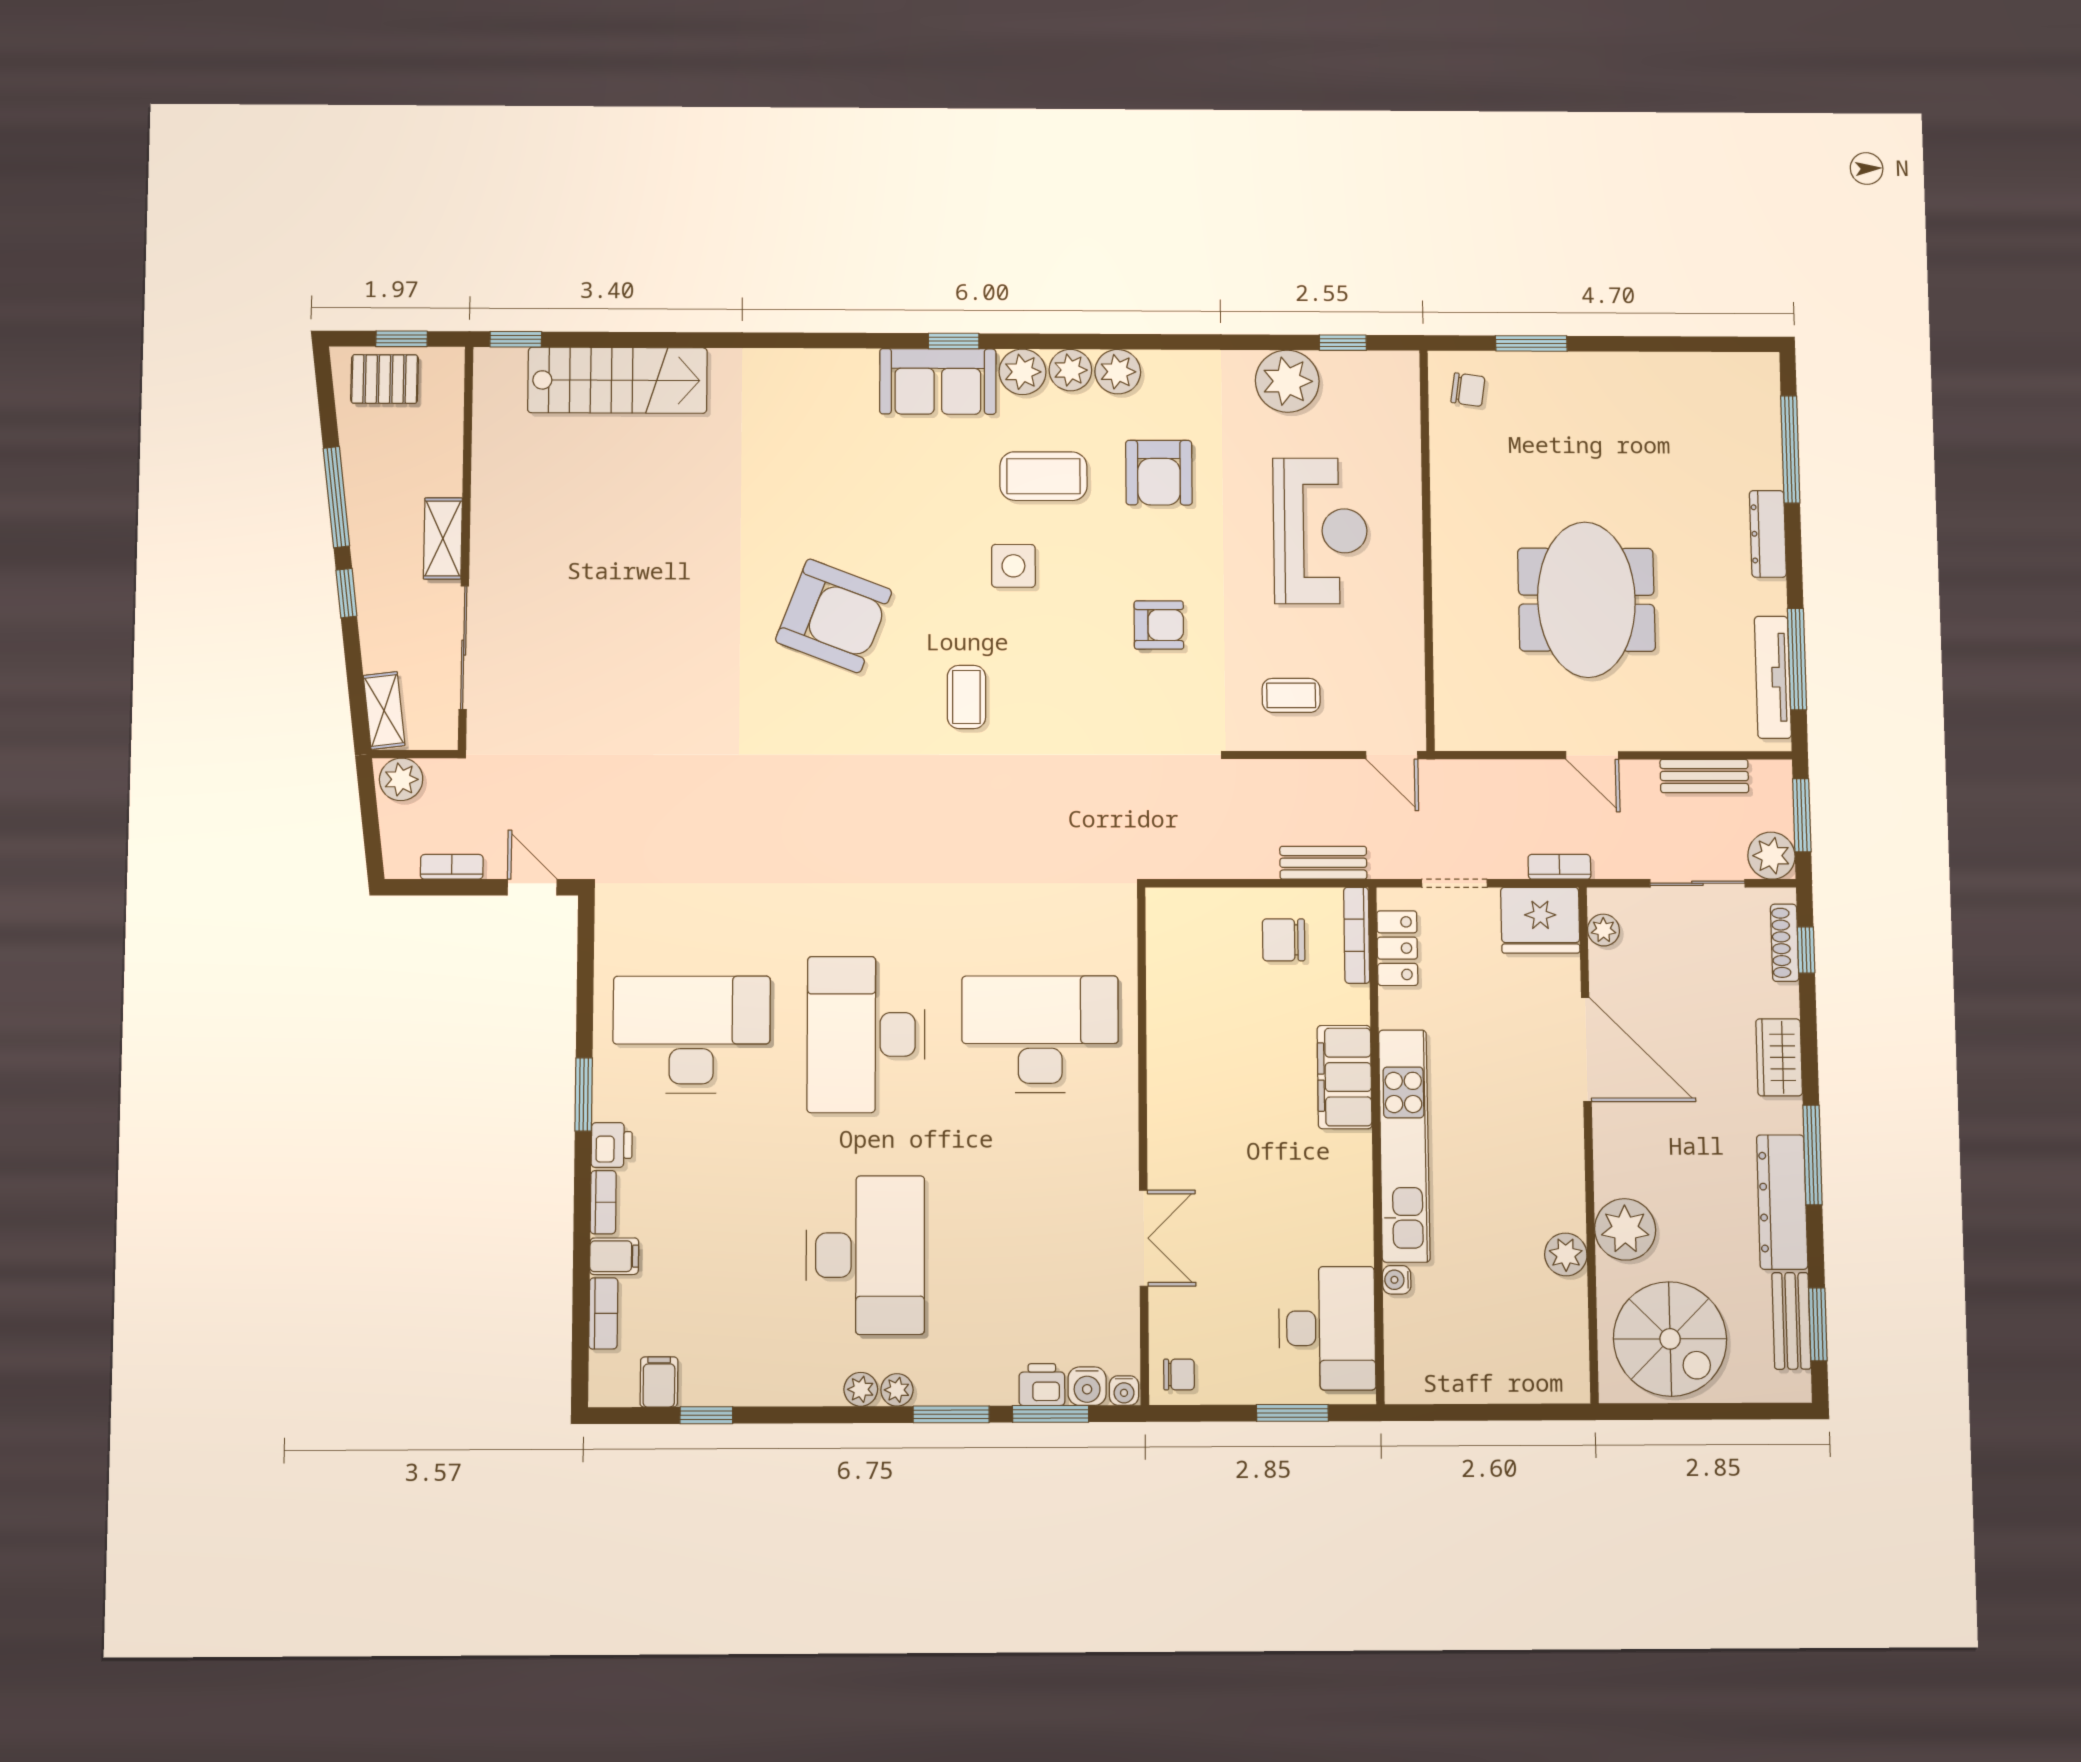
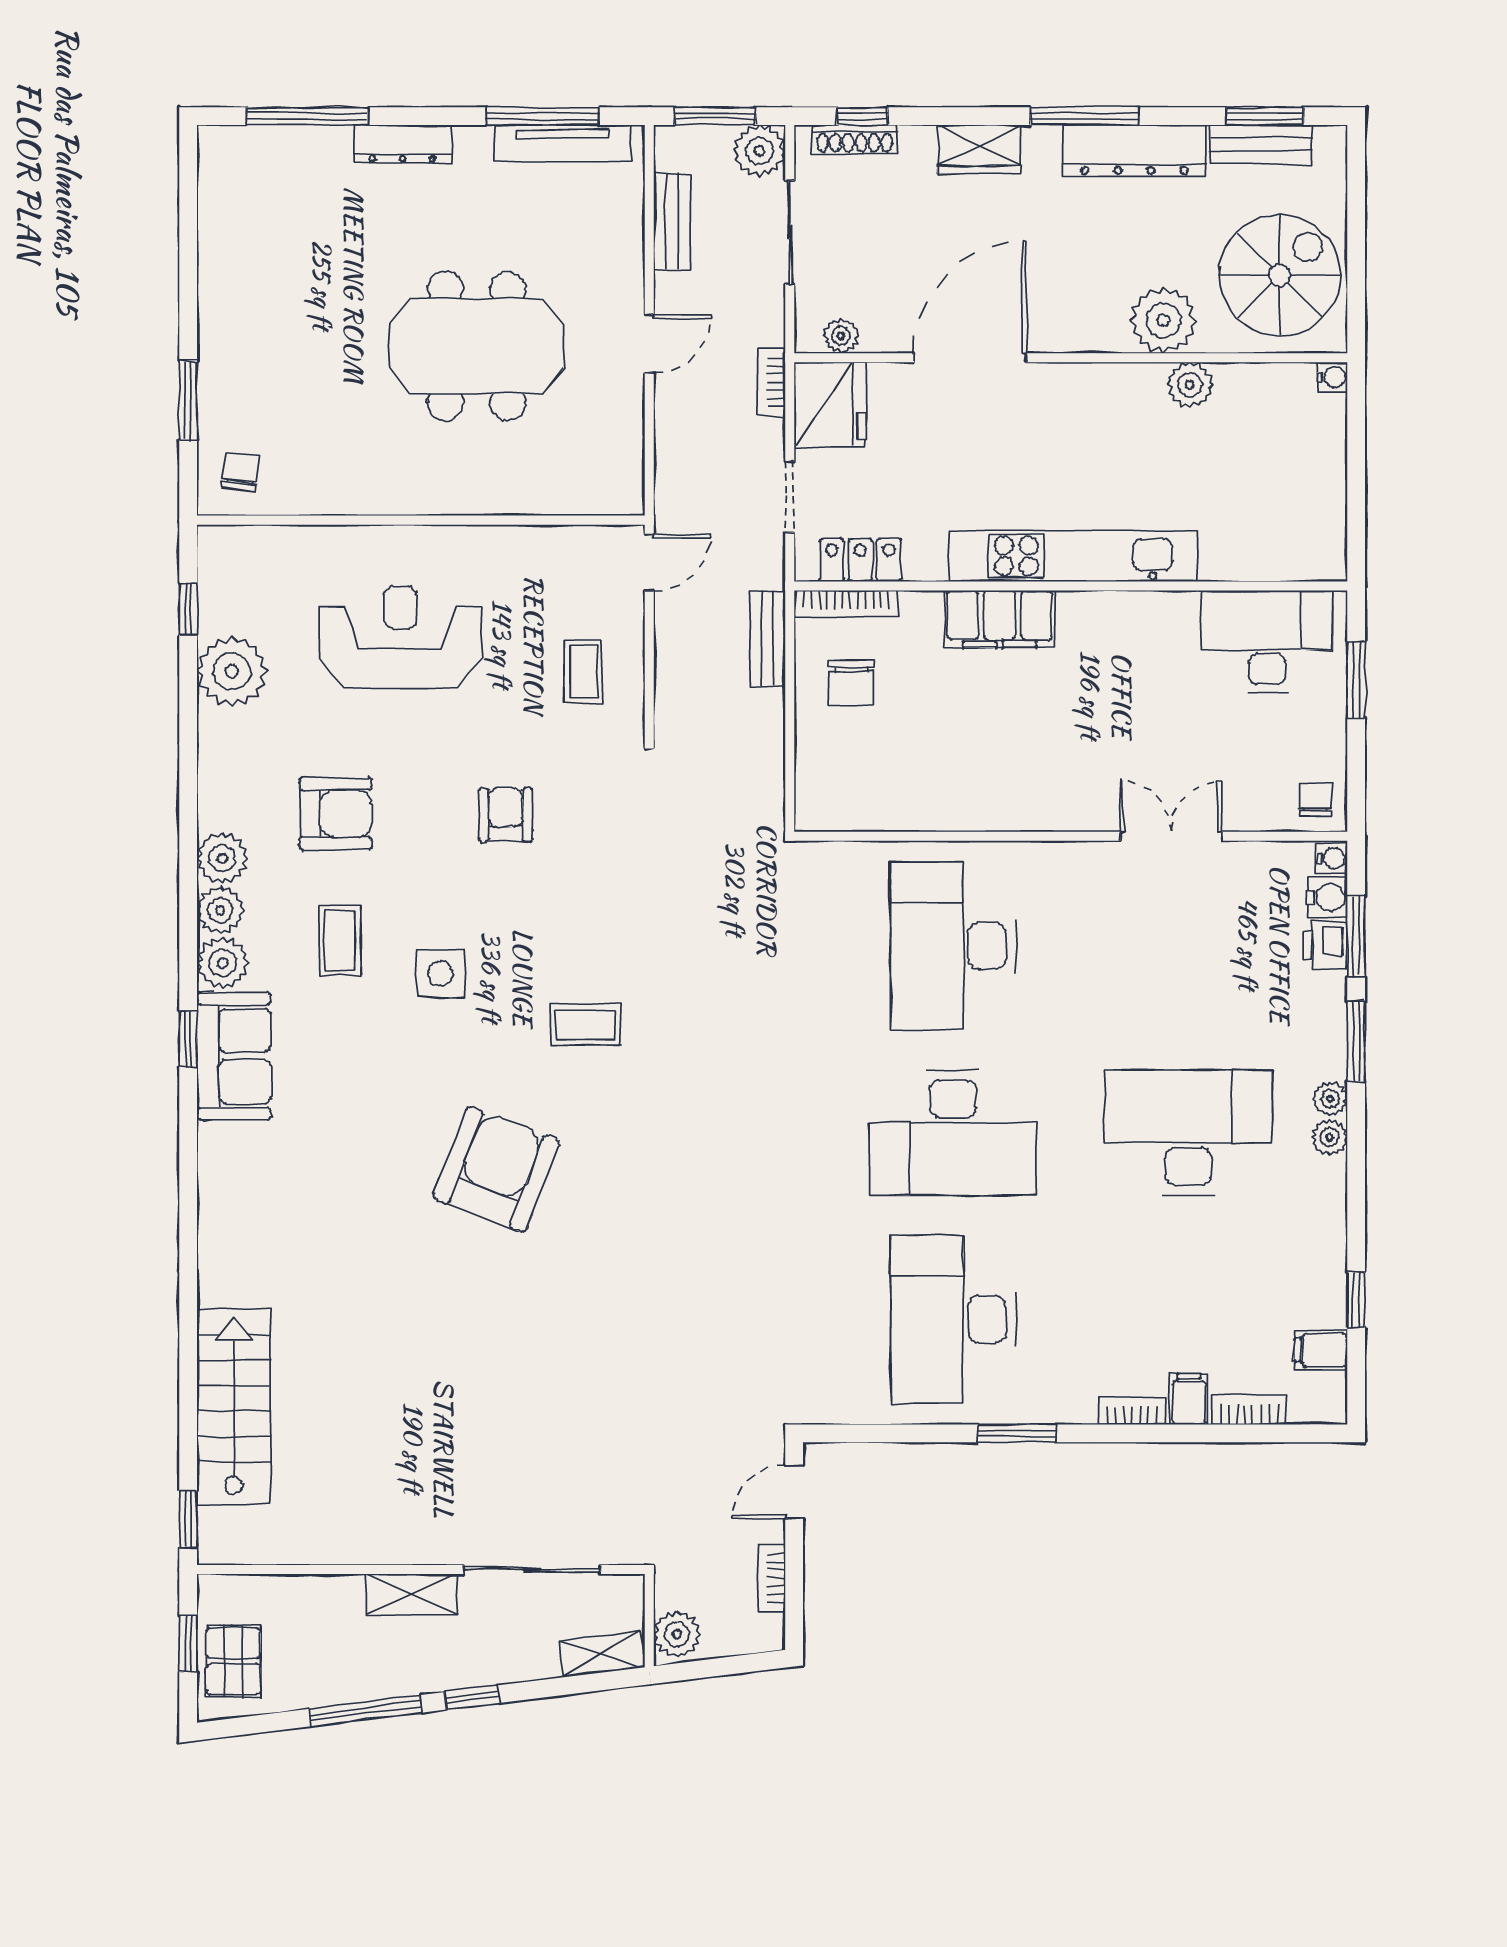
coffee table: (1043, 476) -> (340, 940), width x0.73, depth x0.77
printer: (612, 1145) -> (1071, 1403), removed
water cooler: (1397, 1280) -> (1332, 377), moved, turned -90

